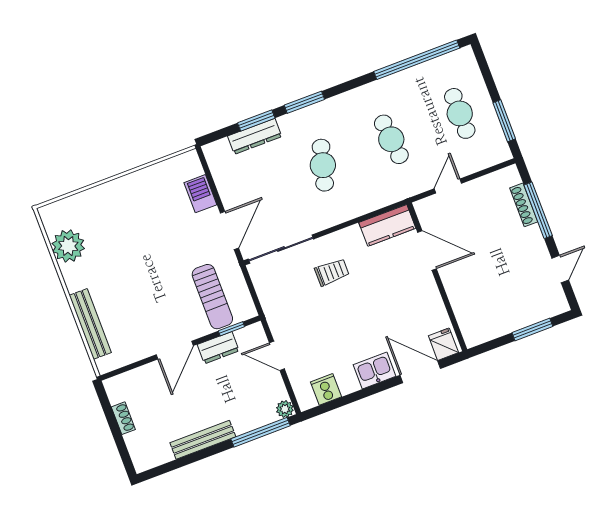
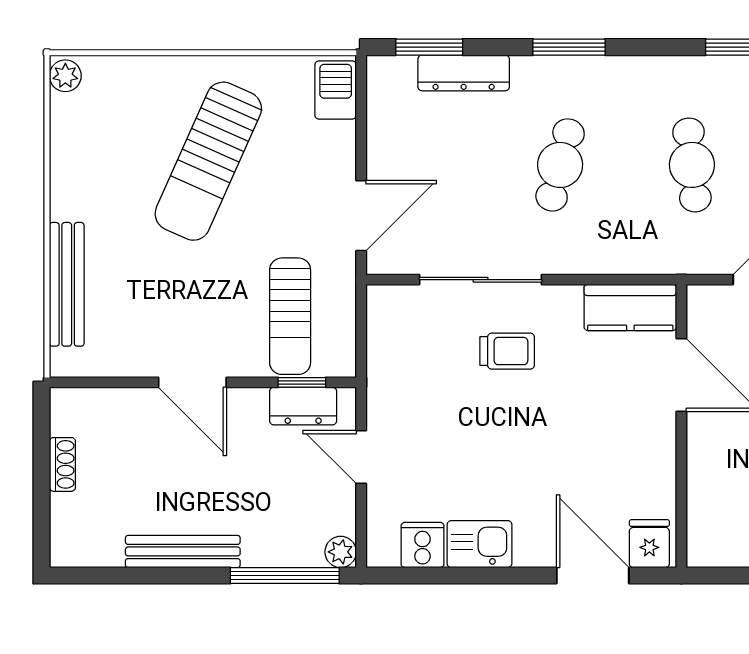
window: (256, 120) -> (429, 47), moved
barbecue: (200, 194) -> (336, 90), moved
sun lounger: (140, 232) -> (208, 161), added
plant: (68, 246) -> (65, 76), moved, width x0.53, depth x0.53
sliding door: (281, 249) -> (481, 280), moved
dresser: (218, 348) -> (303, 406), moved
door: (175, 350) -> (192, 382), hinge flipped
kitchen sink: (375, 371) -> (480, 544), moved

